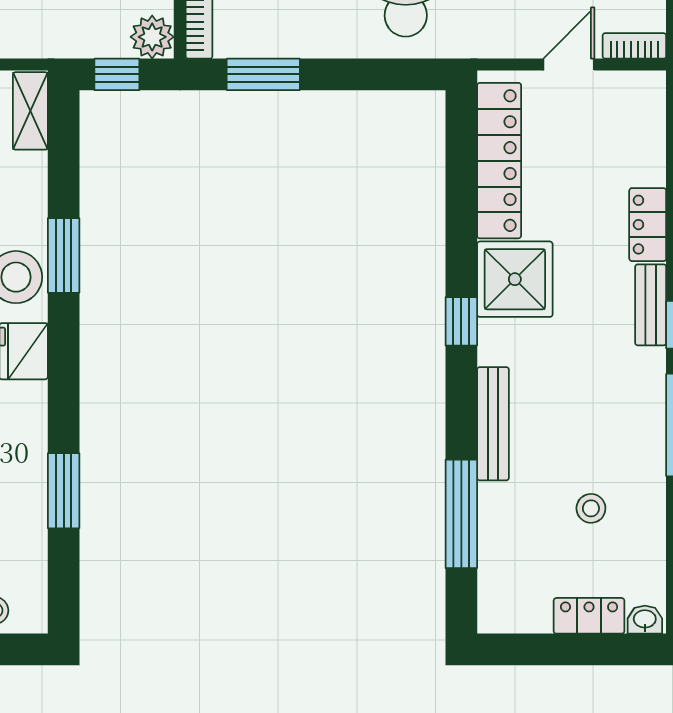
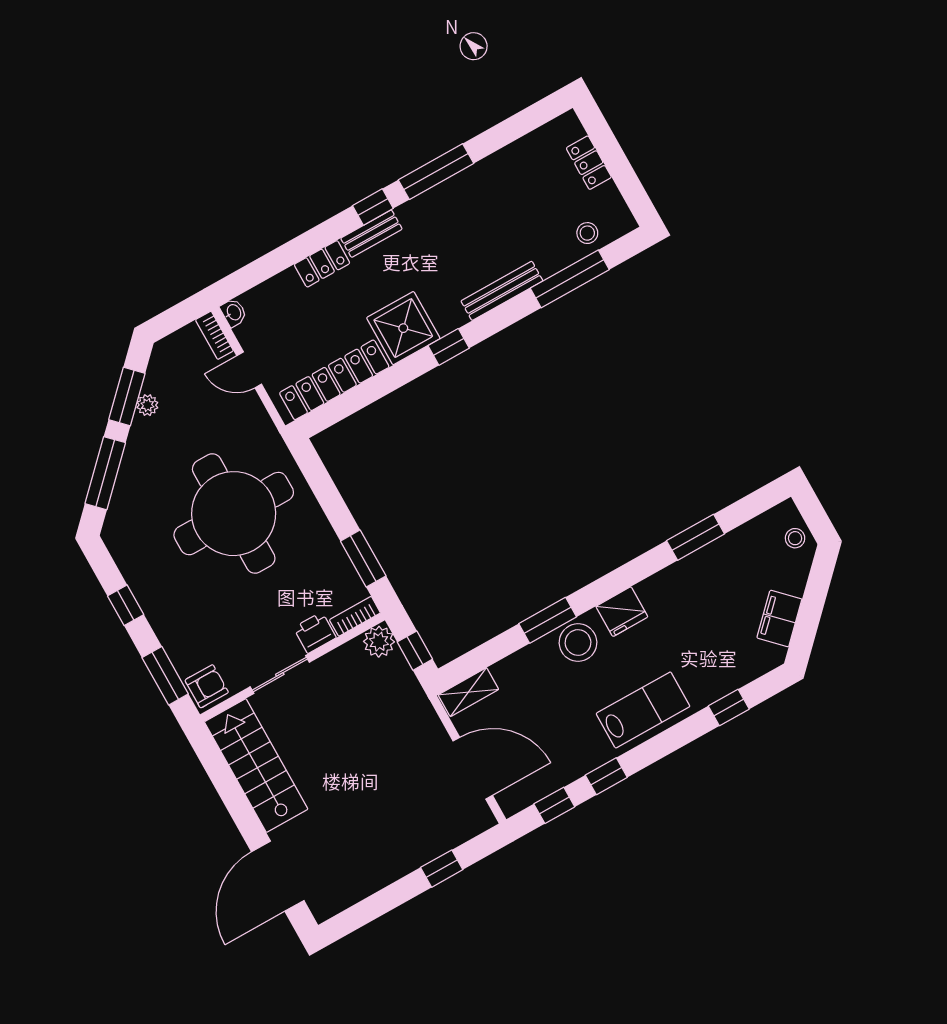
stool: (591, 508) -> (587, 233), moved
washbasin: (645, 620) -> (233, 313), moved, turned 180

